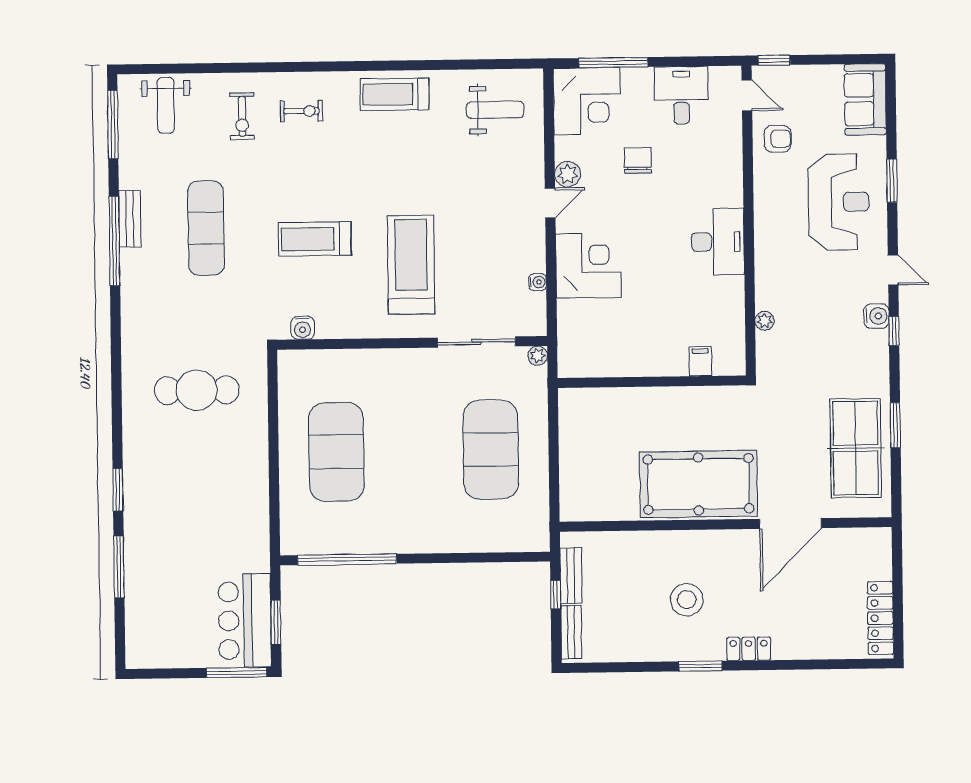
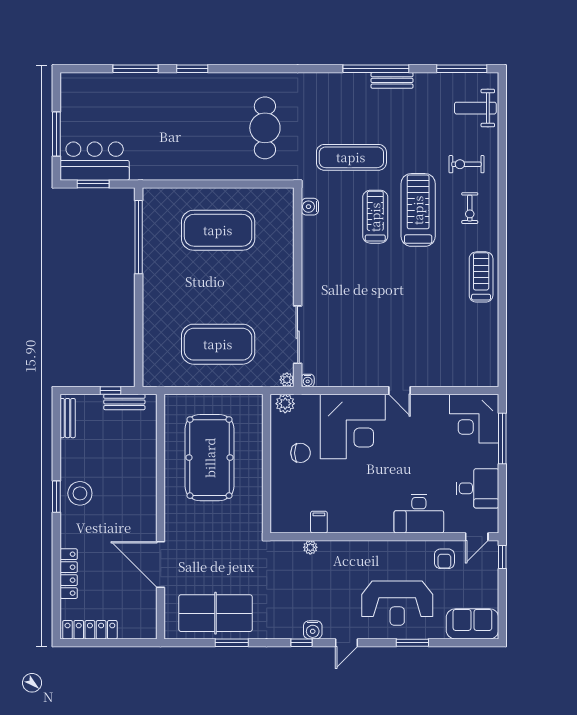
weight bench: (495, 110) -> (469, 351), removed
chair: (638, 161) -> (301, 453), moved
plant: (568, 174) -> (285, 404), moved
exercise mat: (206, 228) -> (351, 157), moved
desk: (718, 242) -> (419, 514), moved
treadmill: (411, 265) -> (418, 210), moved, turned -90
corner desk: (588, 266) -> (353, 427), width x1.36, depth x1.36
water cooler: (538, 282) -> (308, 380), moved
filing cabinet: (700, 361) -> (319, 522), moved, turned -90
pool table: (698, 484) -> (210, 458), moved
stool: (687, 600) -> (80, 493), moved
bench: (571, 632) -> (68, 418), moved, turned 90
locker: (749, 649) -> (69, 574), moved, width x1.53
window: (237, 673) -> (56, 134), moved

